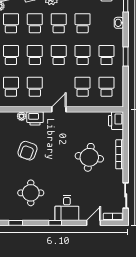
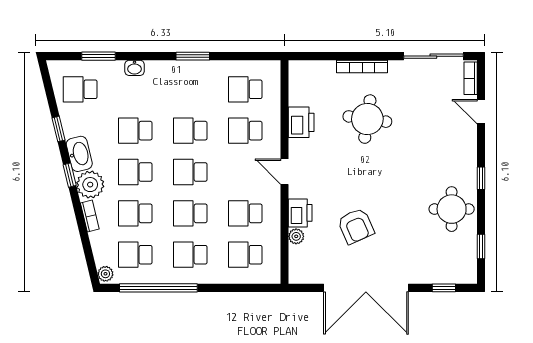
school desk: (106, 55) -> (190, 89), removed
printer: (116, 121) -> (301, 122), moved, turned -90
armchair: (28, 151) -> (356, 226), turned 46
round table: (31, 193) -> (452, 209), moved
sliding door: (126, 195) -> (433, 56), width x1.37
desk: (67, 208) -> (455, 158), removed

